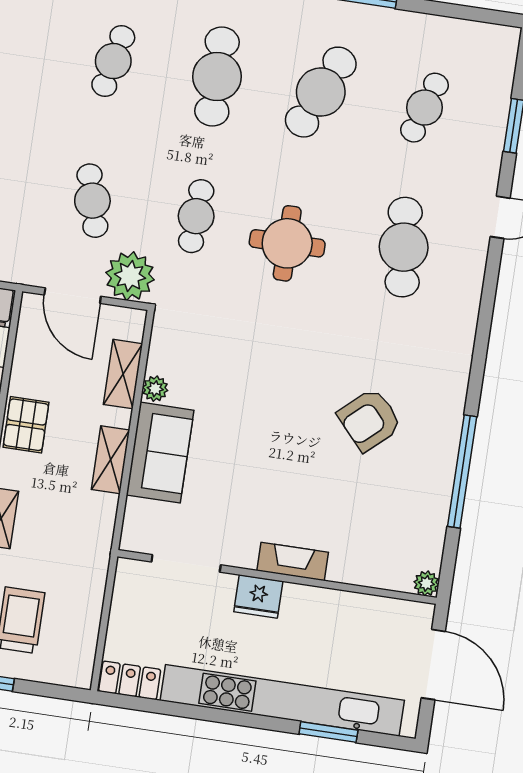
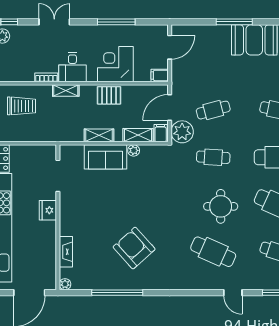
round table: (287, 243) -> (221, 206), moved
cafe table: (404, 247) -> (213, 252), turned 30
filing cabinet: (126, 324) -> (161, 133), added
armchair: (370, 420) -> (134, 248), width x1.36, depth x1.36
fireplace: (293, 561) -> (66, 252), moved

